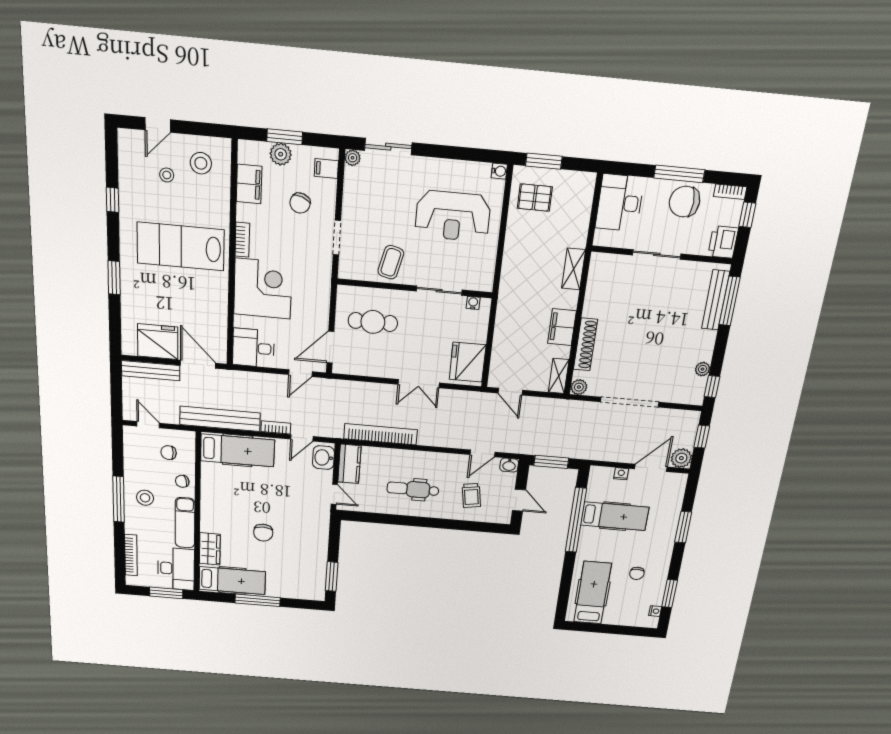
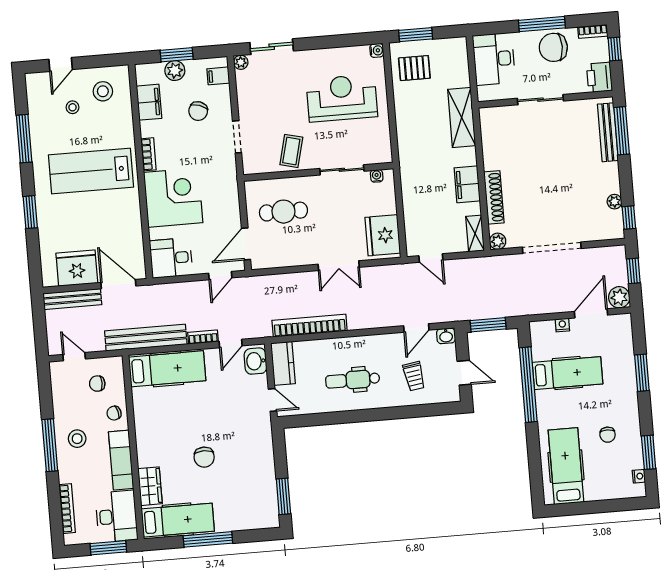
window: (112, 200) -> (24, 139), width x2.17
reception desk: (453, 216) -> (342, 98), turned 180
shelving: (574, 269) -> (462, 117), width x1.50, depth x1.33

